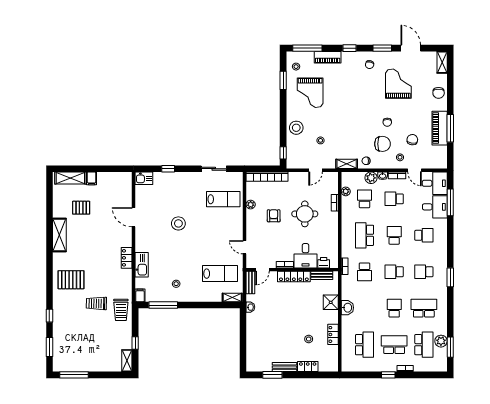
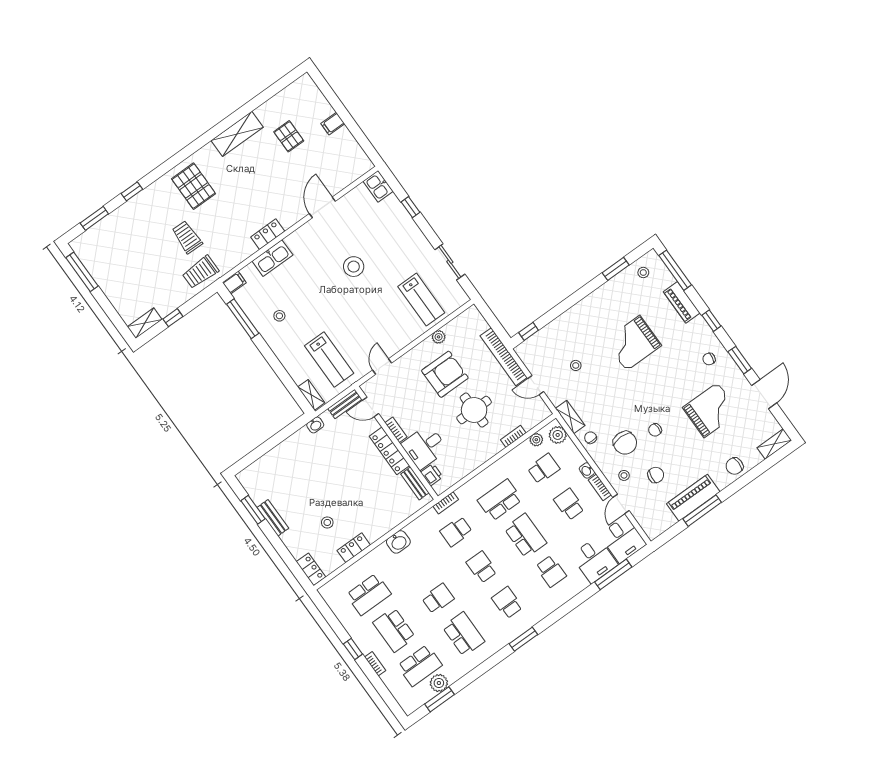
grand piano: (310, 93) -> (633, 343), moved
stool: (296, 128) -> (570, 325), removed
bookcase: (267, 177) -> (504, 357), moved
shelving: (70, 178) -> (315, 98), removed
plant: (371, 178) -> (558, 435), moved
armchair: (274, 216) -> (445, 374), width x1.88, depth x1.88
school desk: (394, 235) -> (525, 536), width x1.85
shower: (331, 302) -> (390, 517), removed
school desk: (394, 345) -> (394, 630), turned 180
locker: (308, 367) -> (311, 569), moved

